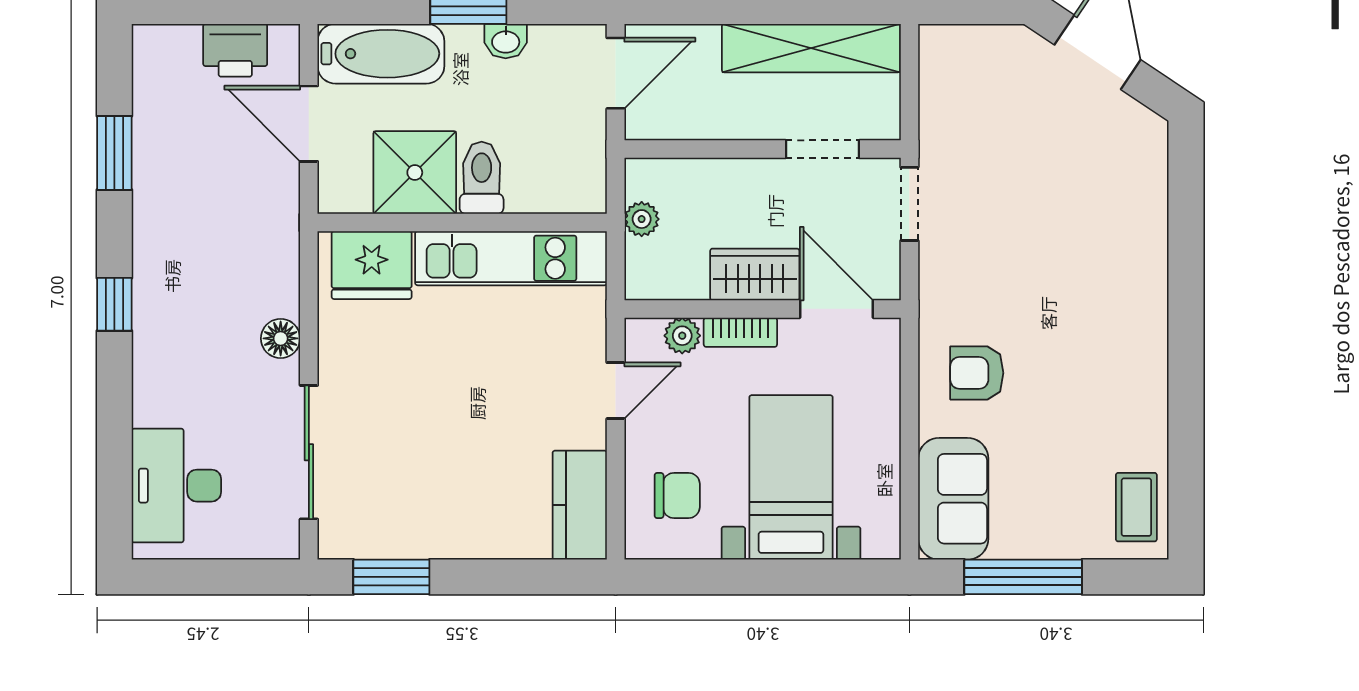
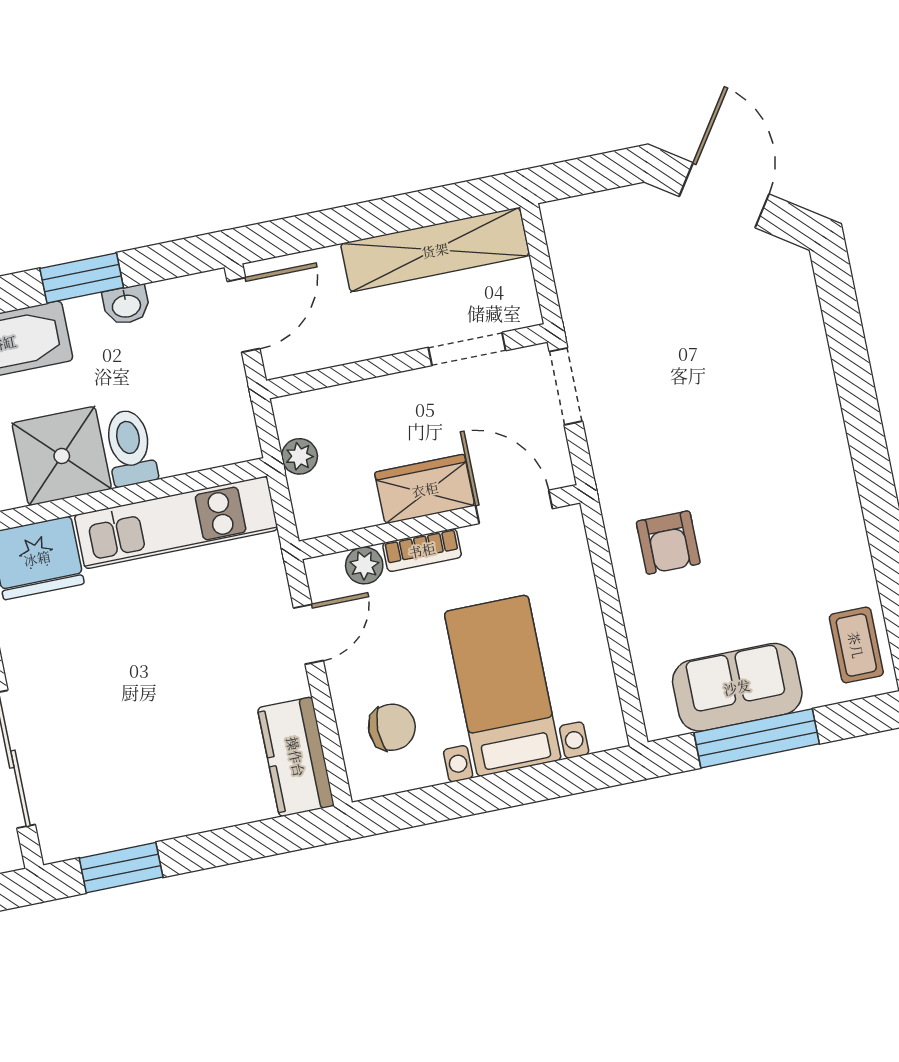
armchair: (977, 373) -> (668, 543), turned -90
sofa: (953, 499) -> (737, 687), moved, turned -90

